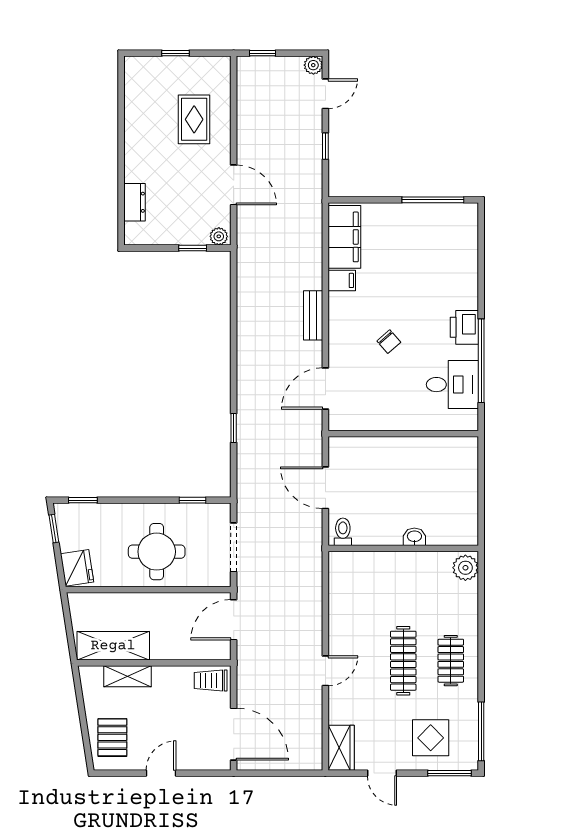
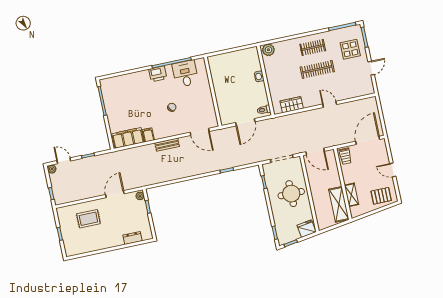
wardrobe: (341, 748) -> (292, 105), moved

